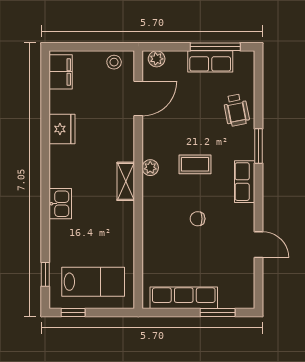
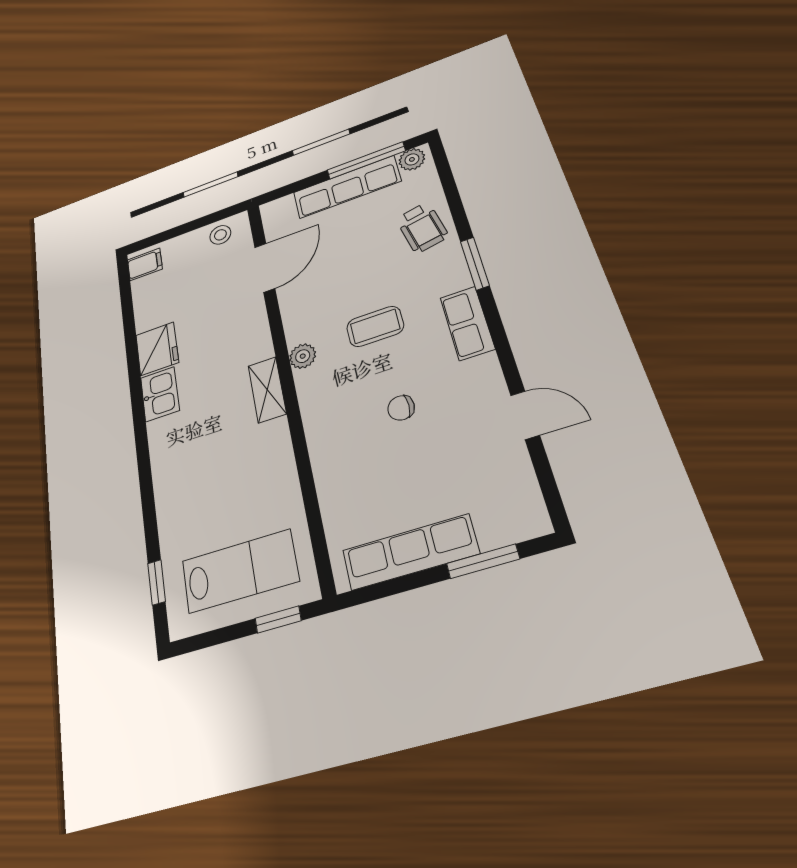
plant: (157, 59) -> (412, 159), moved
row of seats: (210, 61) -> (347, 187), width x1.48
filing cabinet: (61, 72) -> (145, 264), width x0.50
kitchen sink: (60, 204) -> (160, 394), moved
window: (73, 312) -> (278, 619), moved

